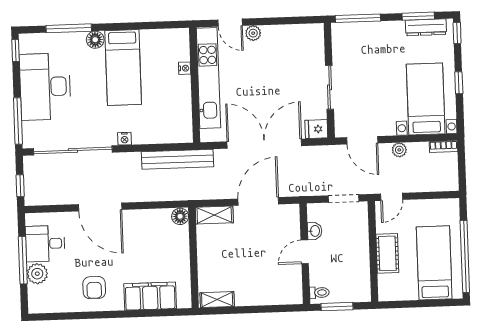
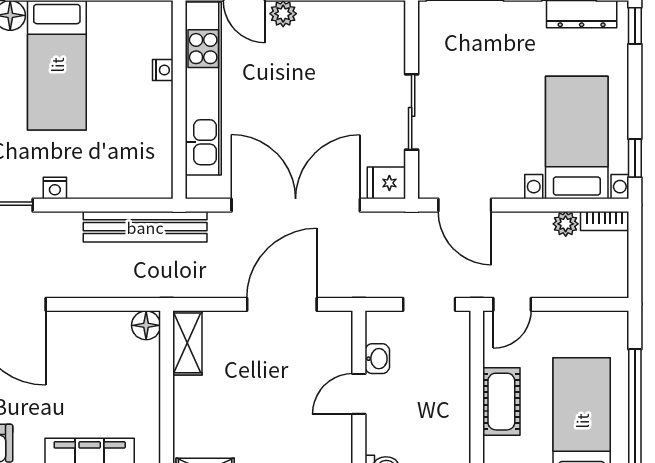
window: (459, 83) -> (635, 158), moved
plant: (399, 150) -> (566, 224), moved
shelving: (214, 215) -> (187, 343), moved, turned 90

